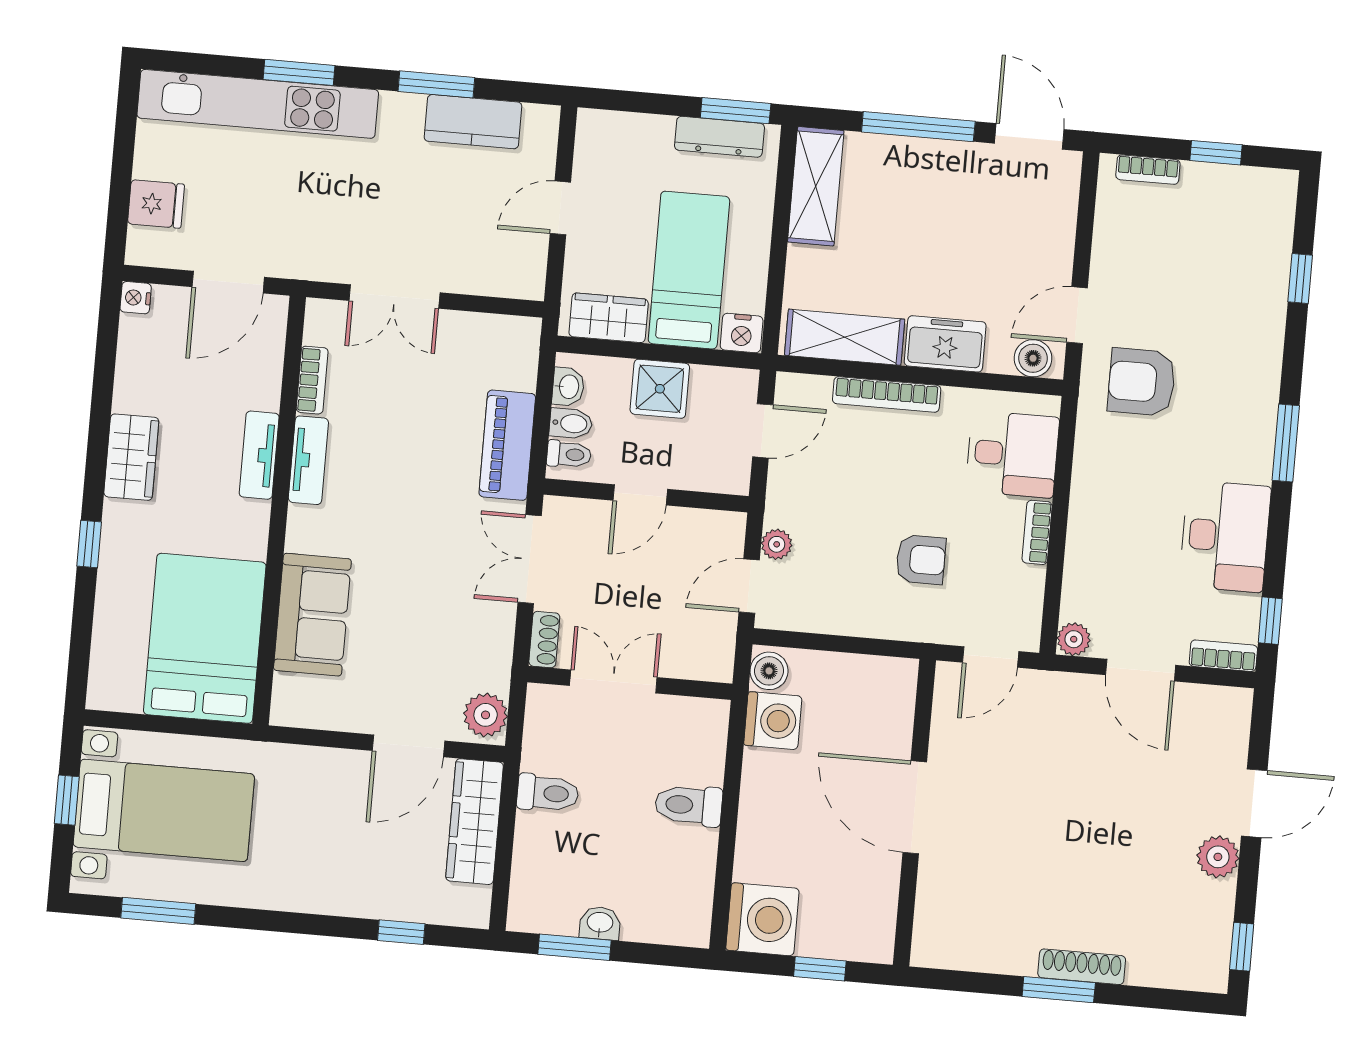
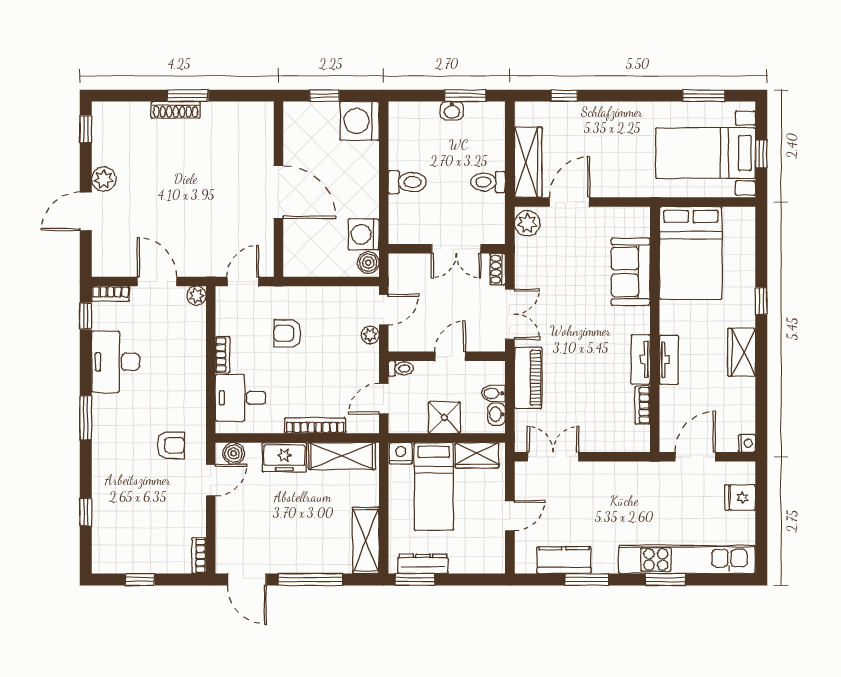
bookcase: (1148, 170) -> (199, 556), moved, turned -90
double door: (394, 297) -> (553, 457), moved
armchair: (1142, 382) -> (171, 445), width x0.72, depth x0.72
toilet: (569, 454) -> (401, 369), moved, turned 180

